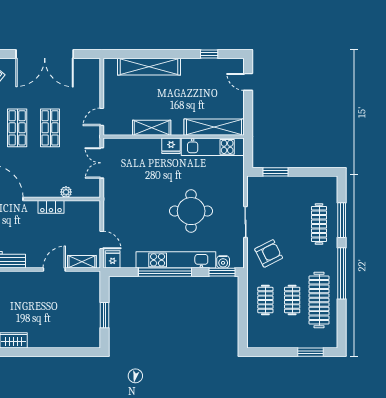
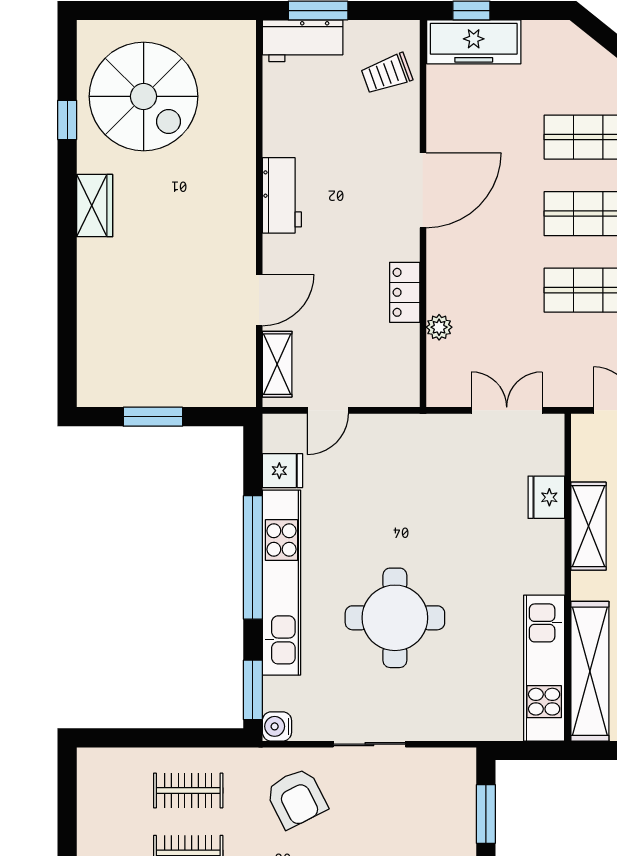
fridge: (171, 146) -> (546, 497), moved
fridge: (113, 259) -> (283, 471), moved
water cooler: (223, 262) -> (277, 726), moved
door: (54, 269) -> (259, 300), hinge flipped

